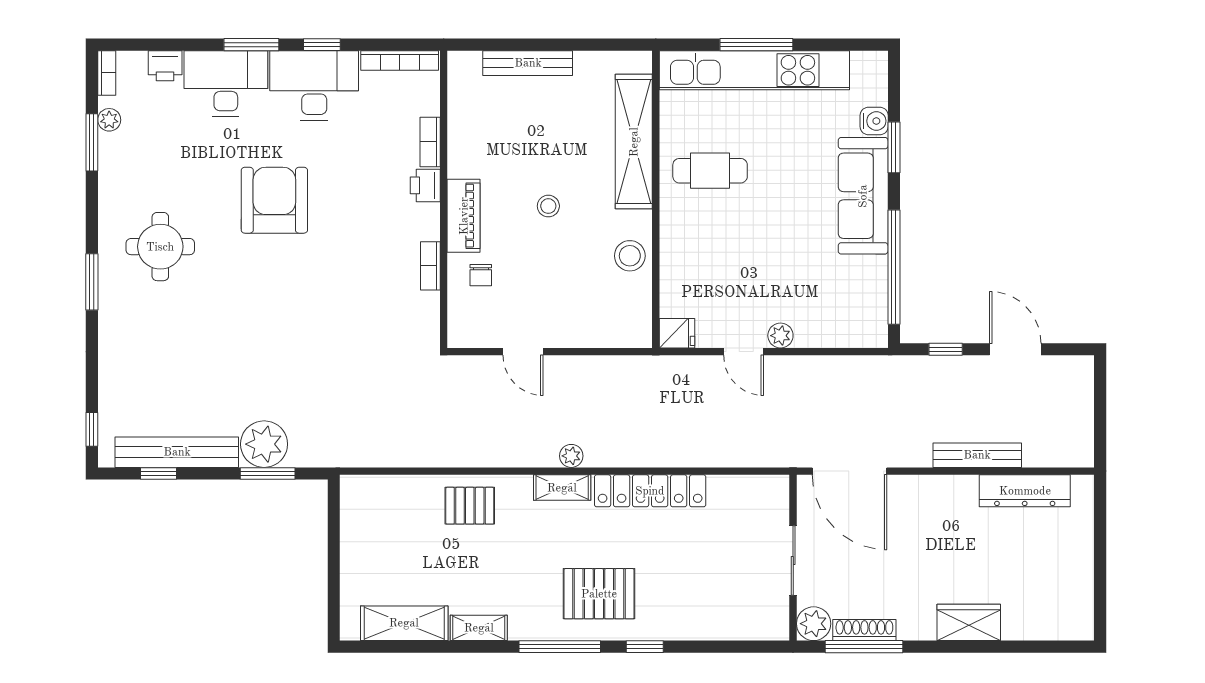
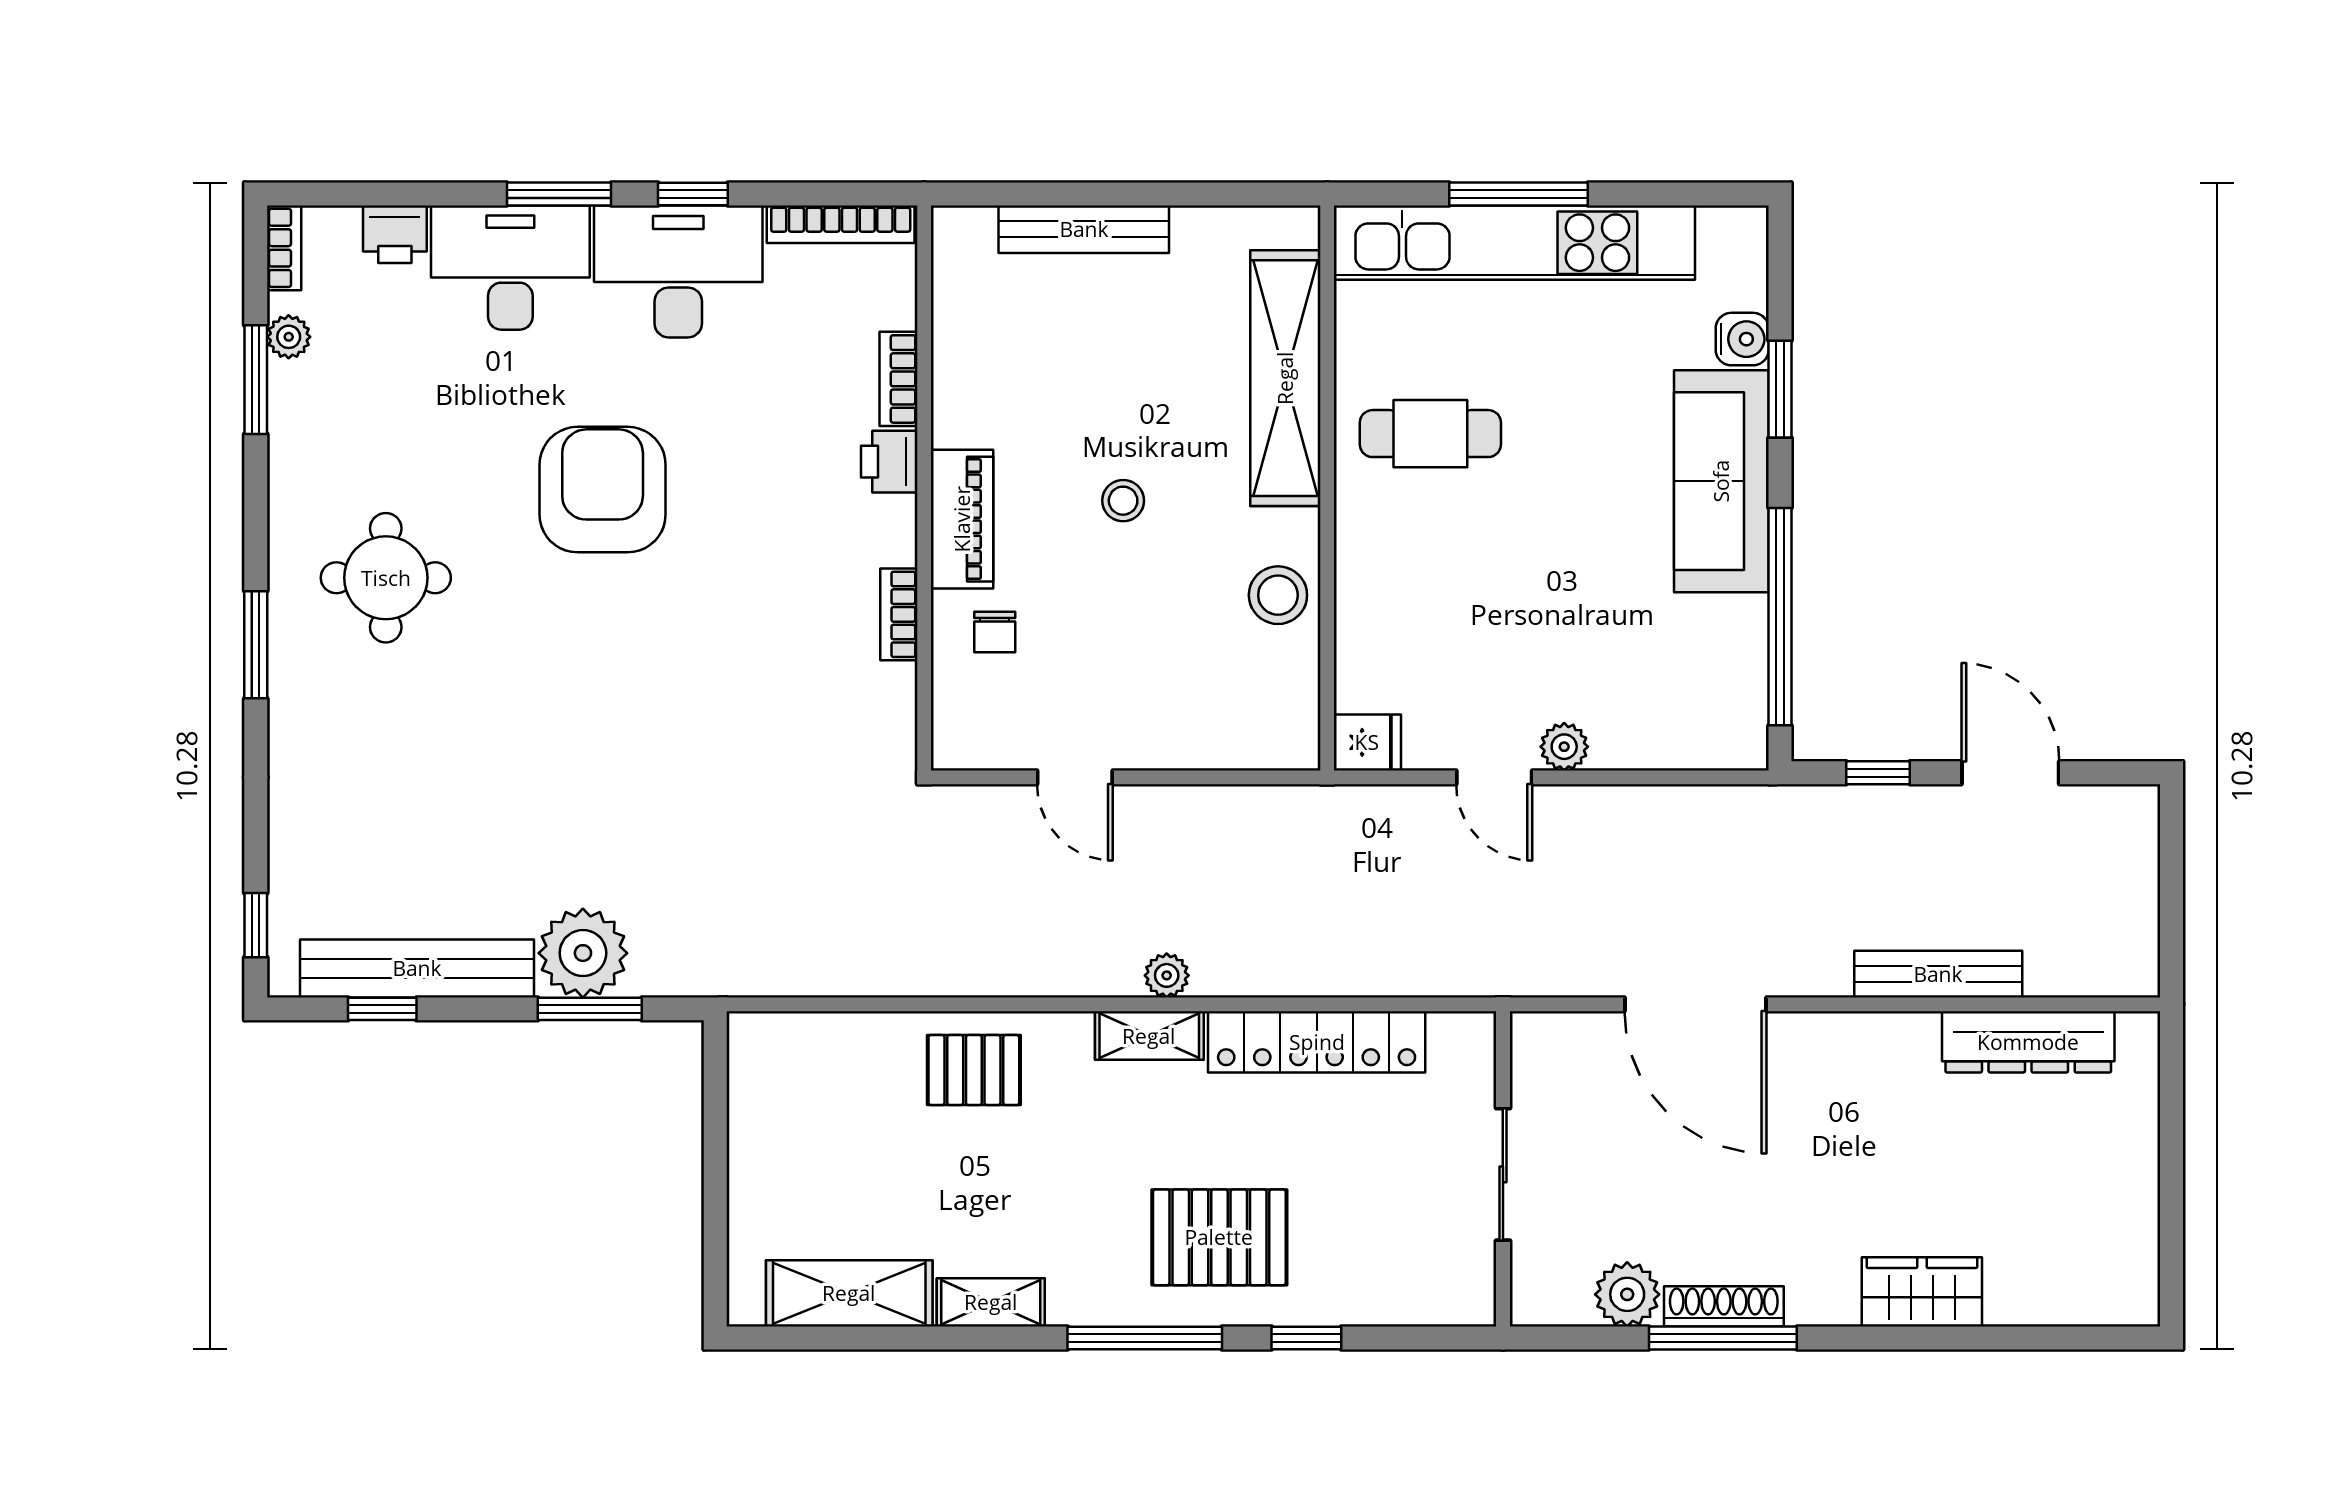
wall: (793, 558) -> (1503, 1169), moved
sliding door: (793, 561) -> (1503, 1174), moved

